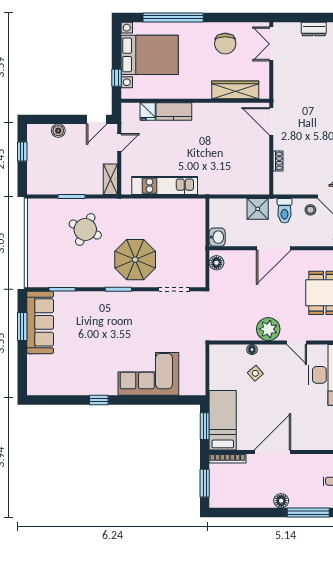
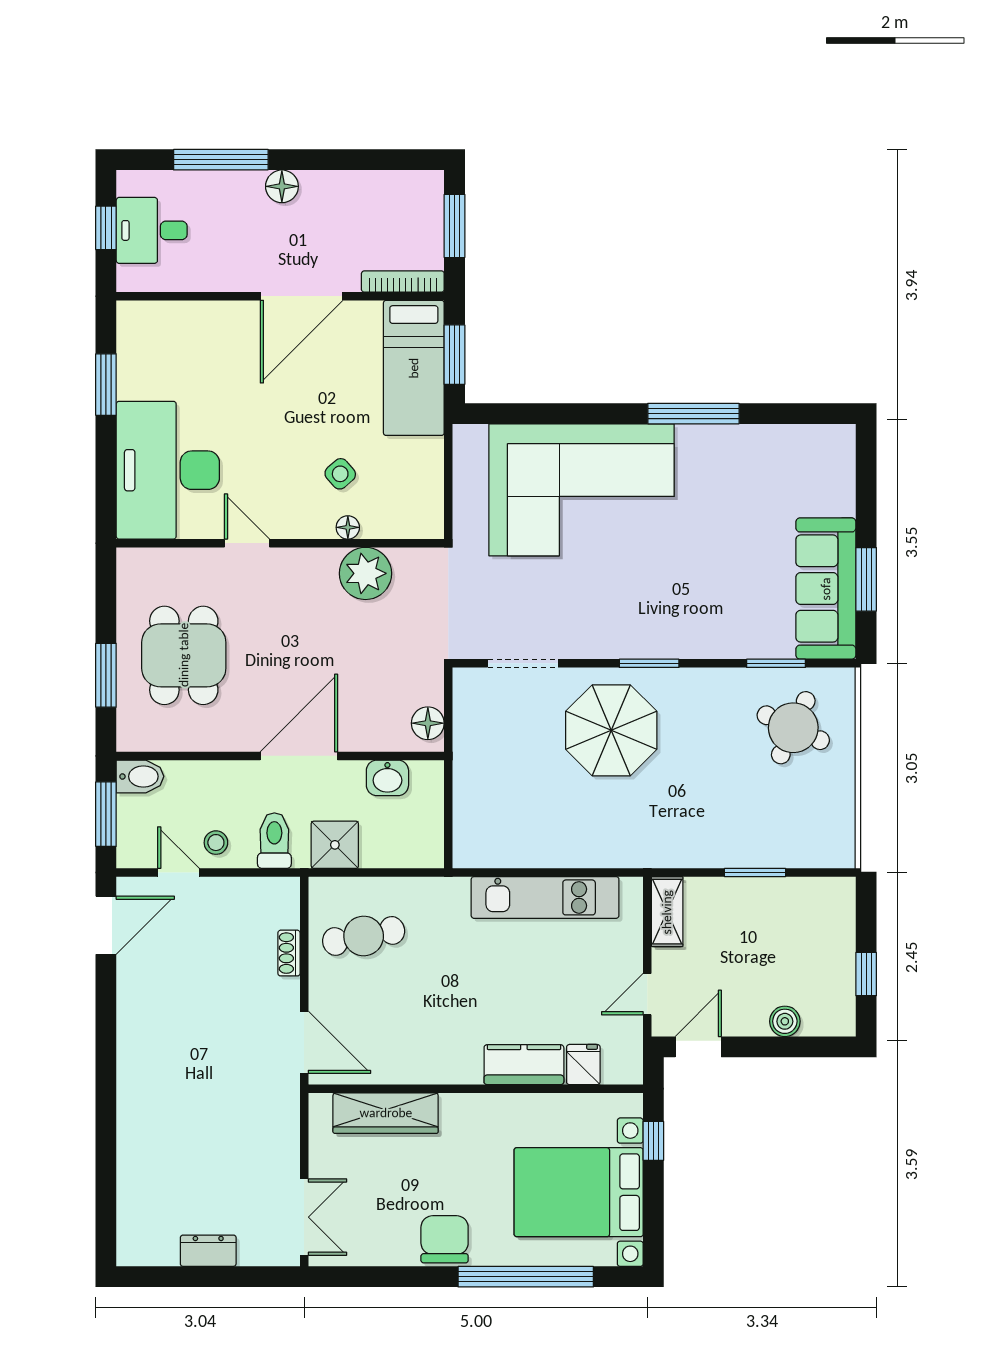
chair: (225, 44) -> (445, 1239), moved
cafe table: (245, 168) -> (364, 936), added
round table: (85, 230) -> (793, 728), moved
washbasin: (217, 237) -> (387, 778), moved, turned -90
plant: (268, 329) -> (365, 573), moved
corner sofa: (148, 374) -> (582, 490), width x1.36, depth x1.36
window: (99, 400) -> (693, 414), width x2.17

